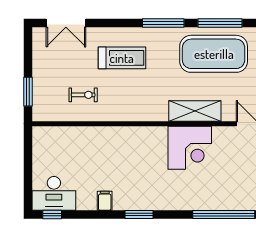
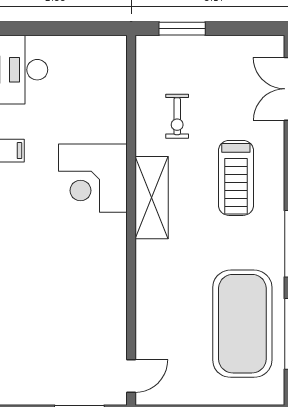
shelving: (195, 111) -> (152, 198), moved
corner desk: (190, 148) -> (93, 178), moved

